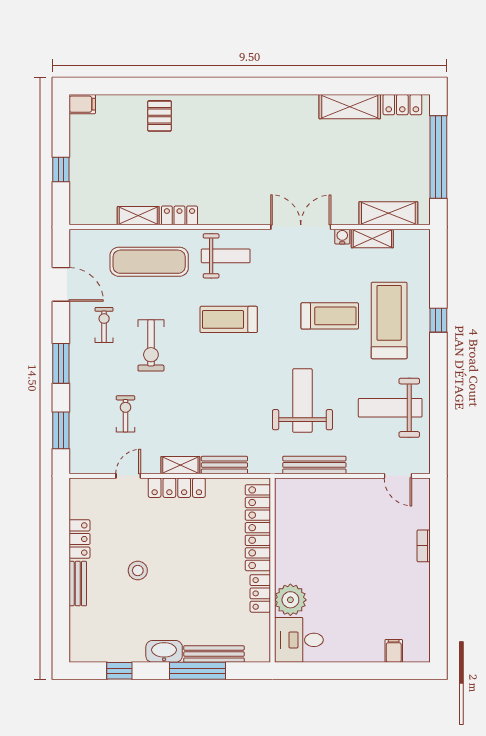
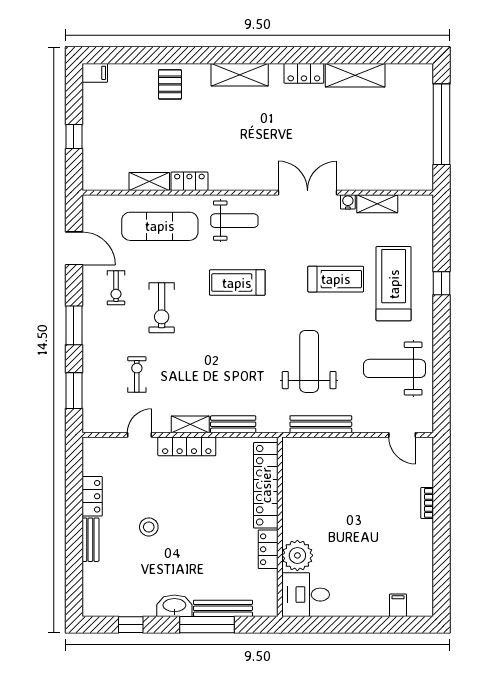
locker: (402, 105) -> (304, 73), moved
shelving: (388, 213) -> (240, 75), moved
exercise bike: (104, 325) -> (116, 288), turned 180

